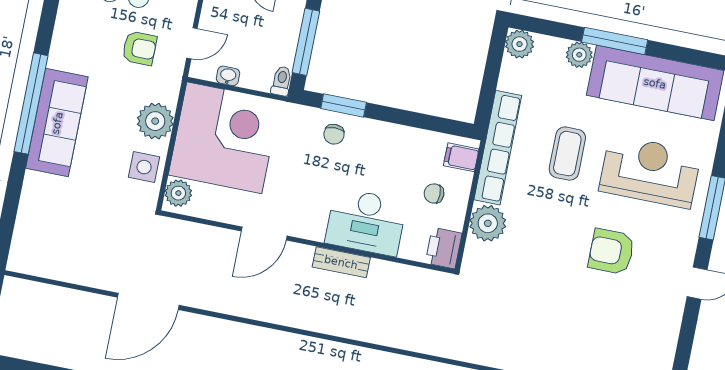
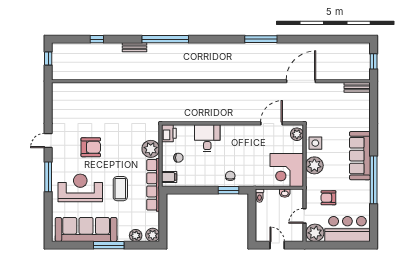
window: (306, 42) -> (252, 216), removed
door: (192, 43) -> (305, 216), moved
plant: (579, 55) -> (136, 235), moved
window: (31, 104) -> (374, 180), moved
corner desk: (224, 138) -> (287, 170), width x0.74, depth x0.74
reception desk: (650, 171) -> (80, 188), turned 180
desk: (366, 222) -> (207, 138), width x0.73
door: (264, 234) -> (271, 123), moved
bench: (341, 262) -> (357, 87), moved

